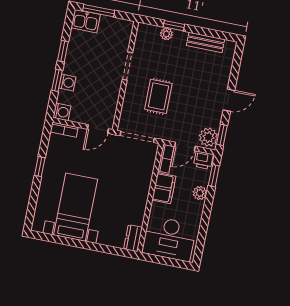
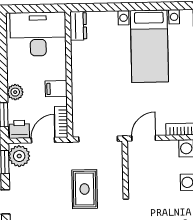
filing cabinet: (164, 188) -> (56, 89), width x0.50

